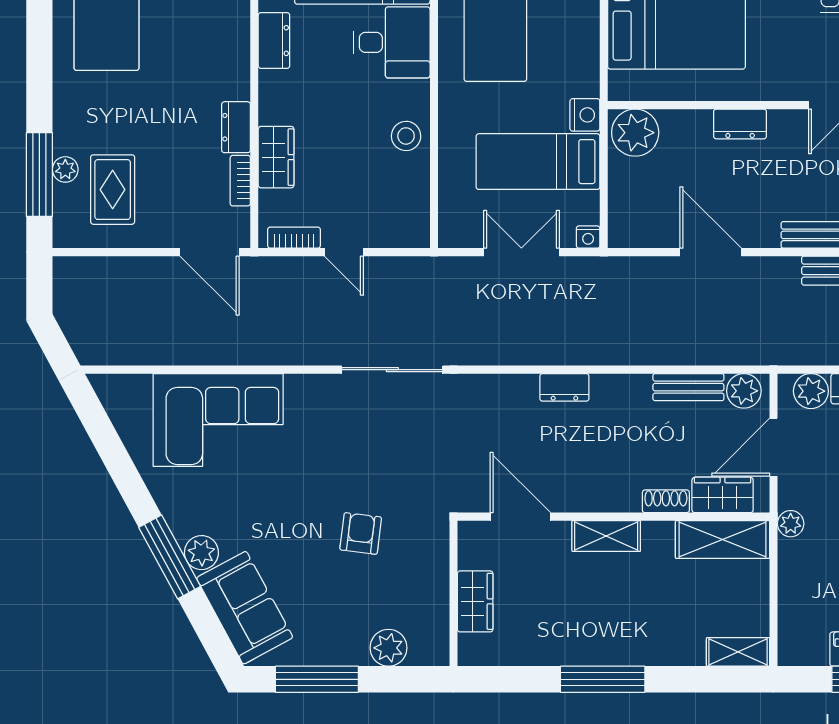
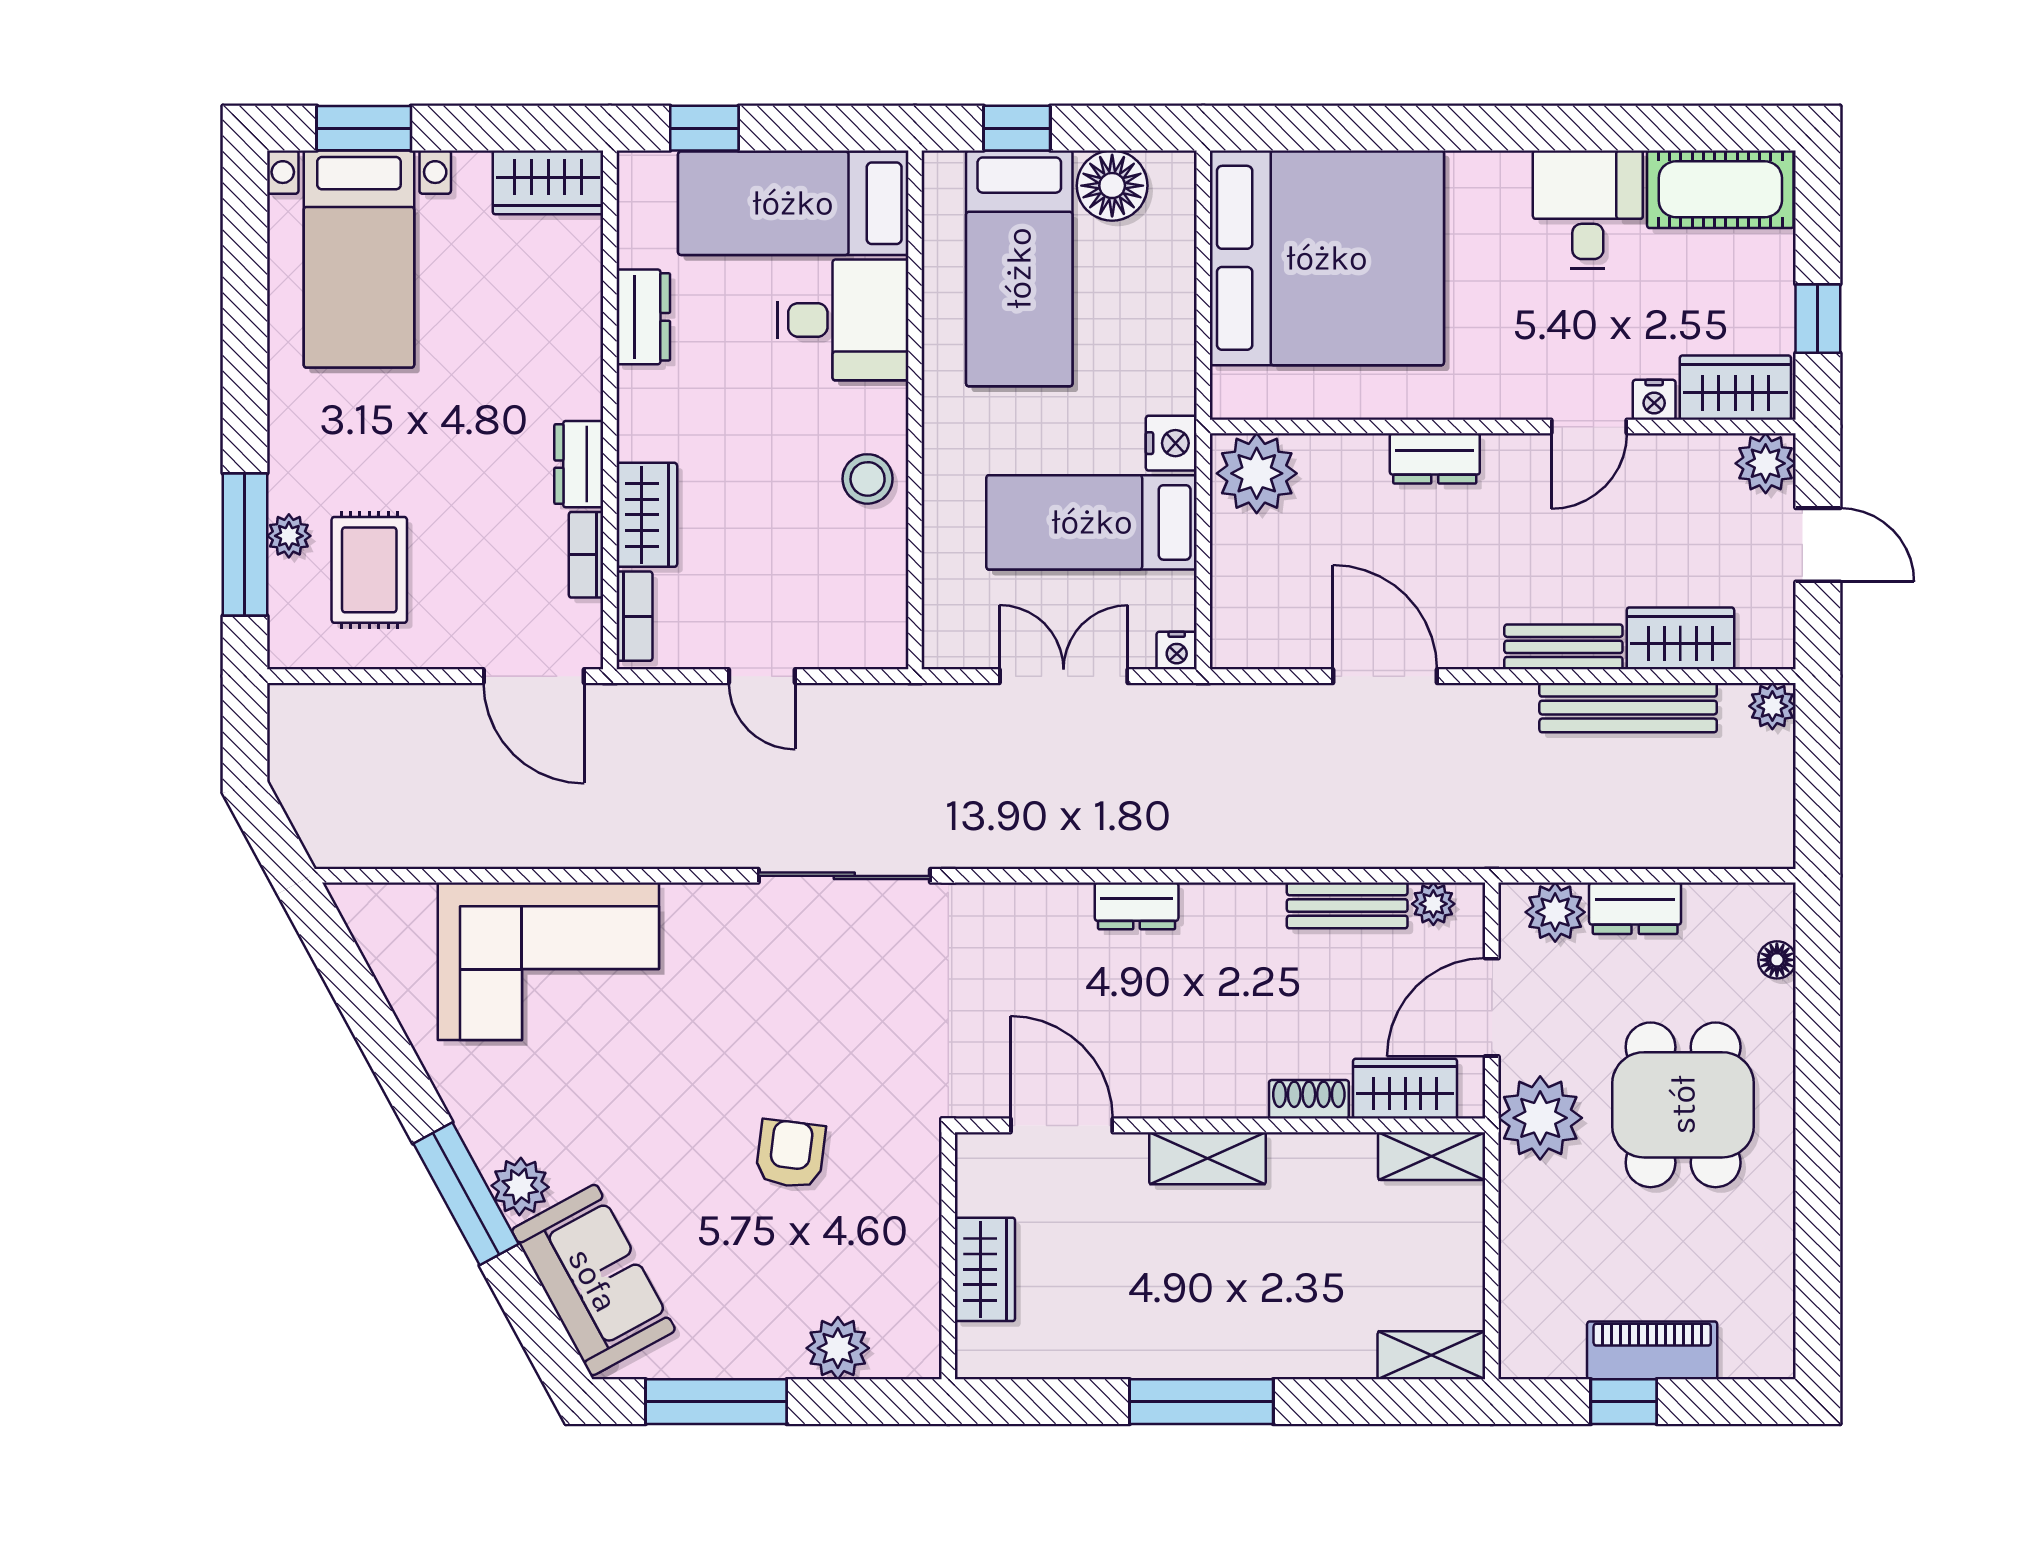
bookcase: (294, 238) -> (634, 616), moved, turned 90
plant: (744, 391) -> (1433, 904), width x0.73, depth x0.73
plant: (791, 524) -> (1540, 1118), width x1.87, depth x1.87
shelving: (722, 539) -> (1432, 1156), width x0.67, depth x0.75

